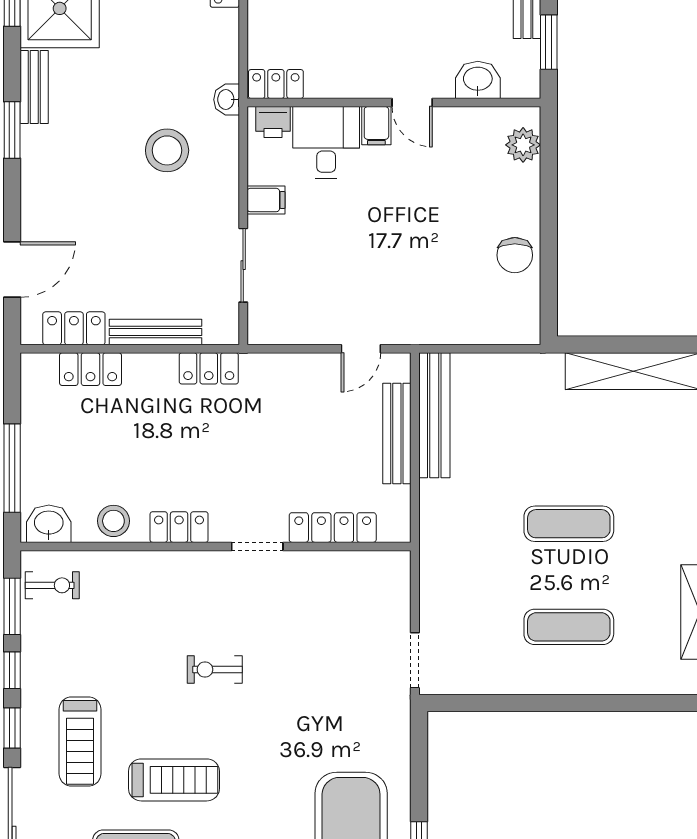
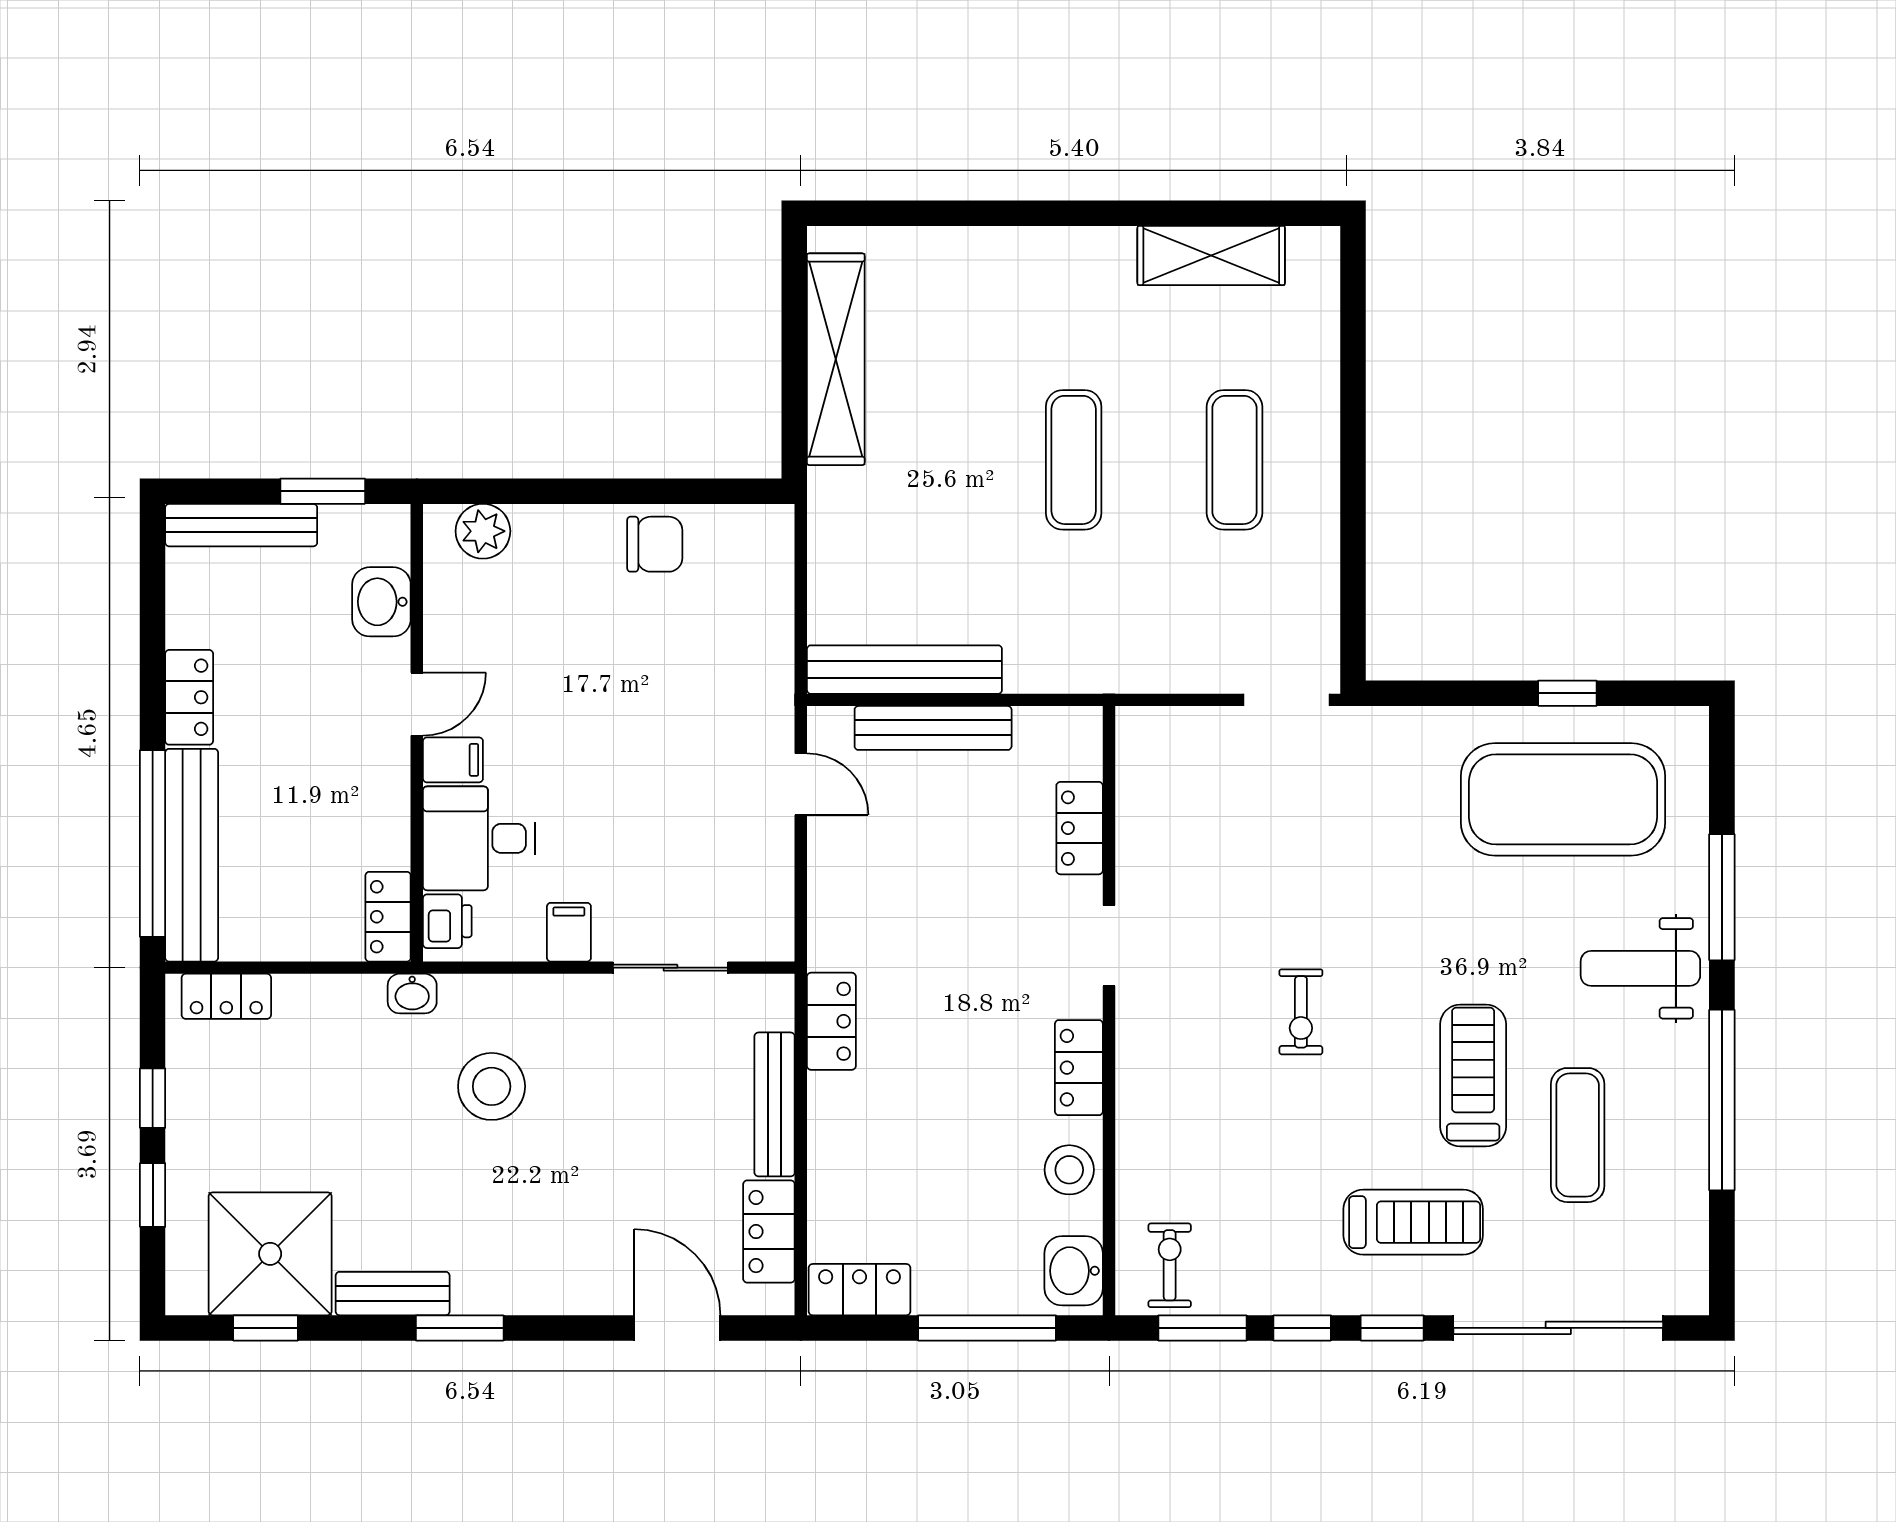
locker: (90, 369) -> (859, 1290), moved, turned -90
locker: (333, 528) -> (1080, 828), width x0.66

